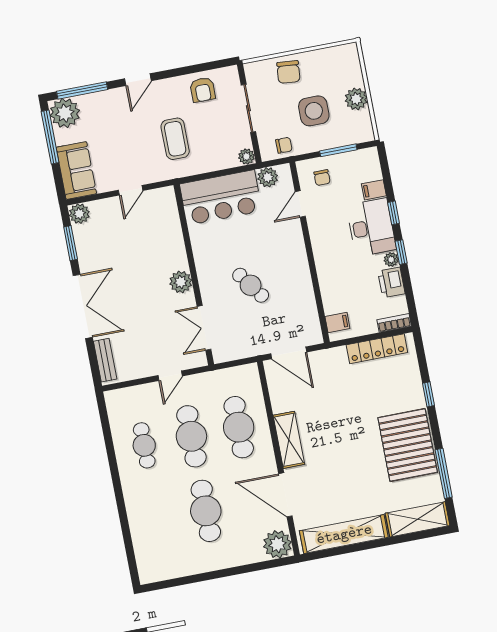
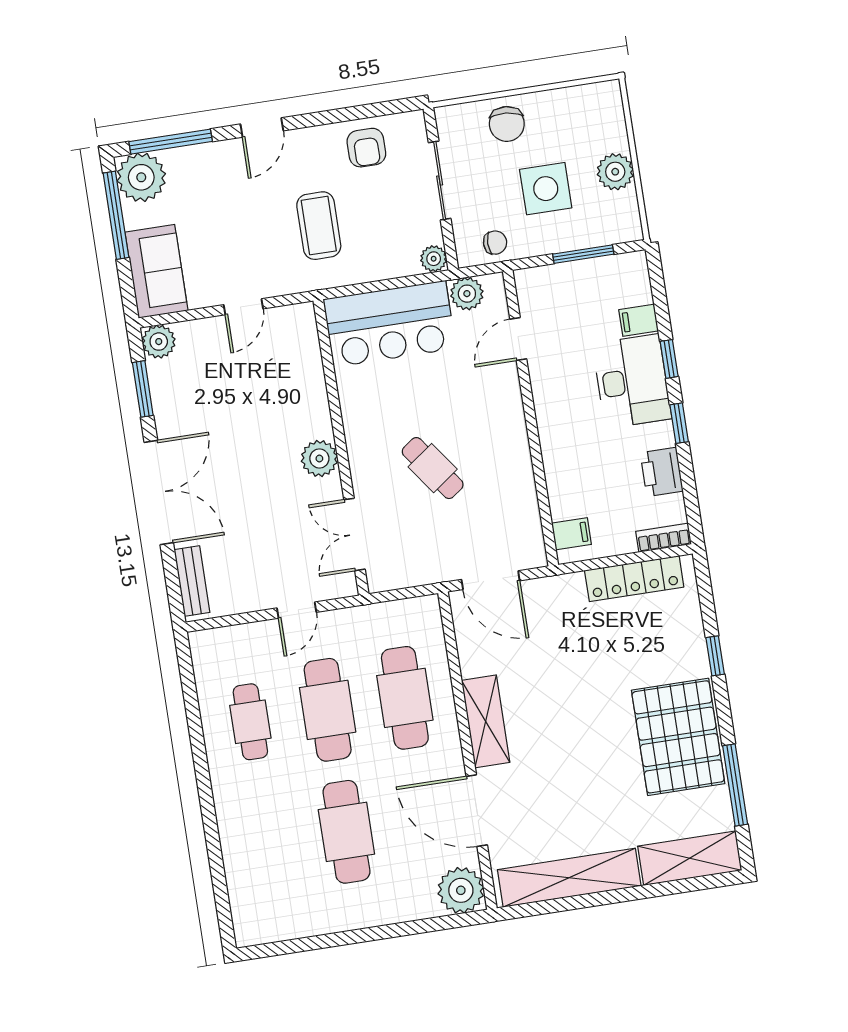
chair: (322, 178) -> (555, 297), removed
plant: (391, 260) -> (662, 435), removed

